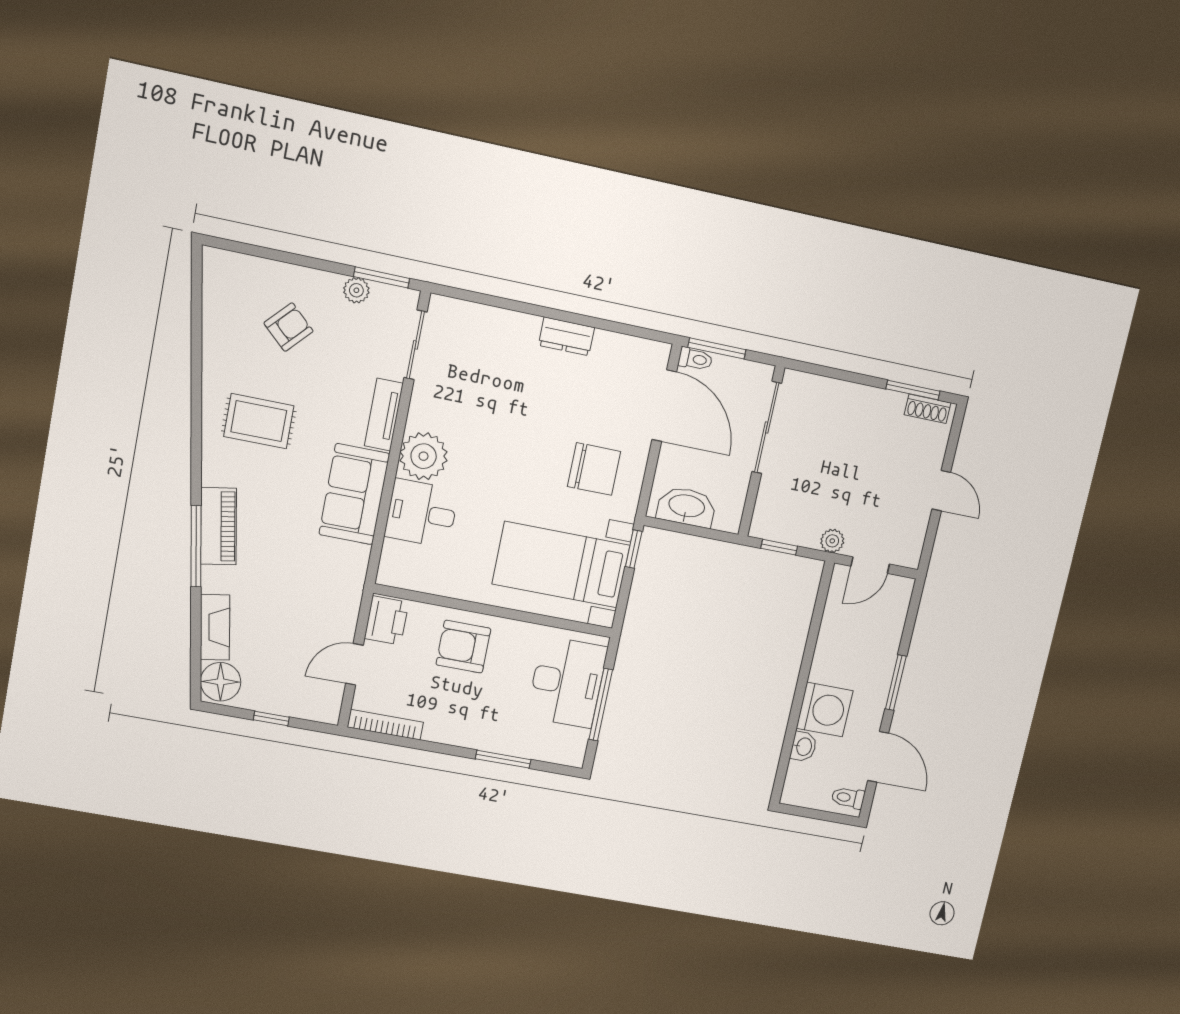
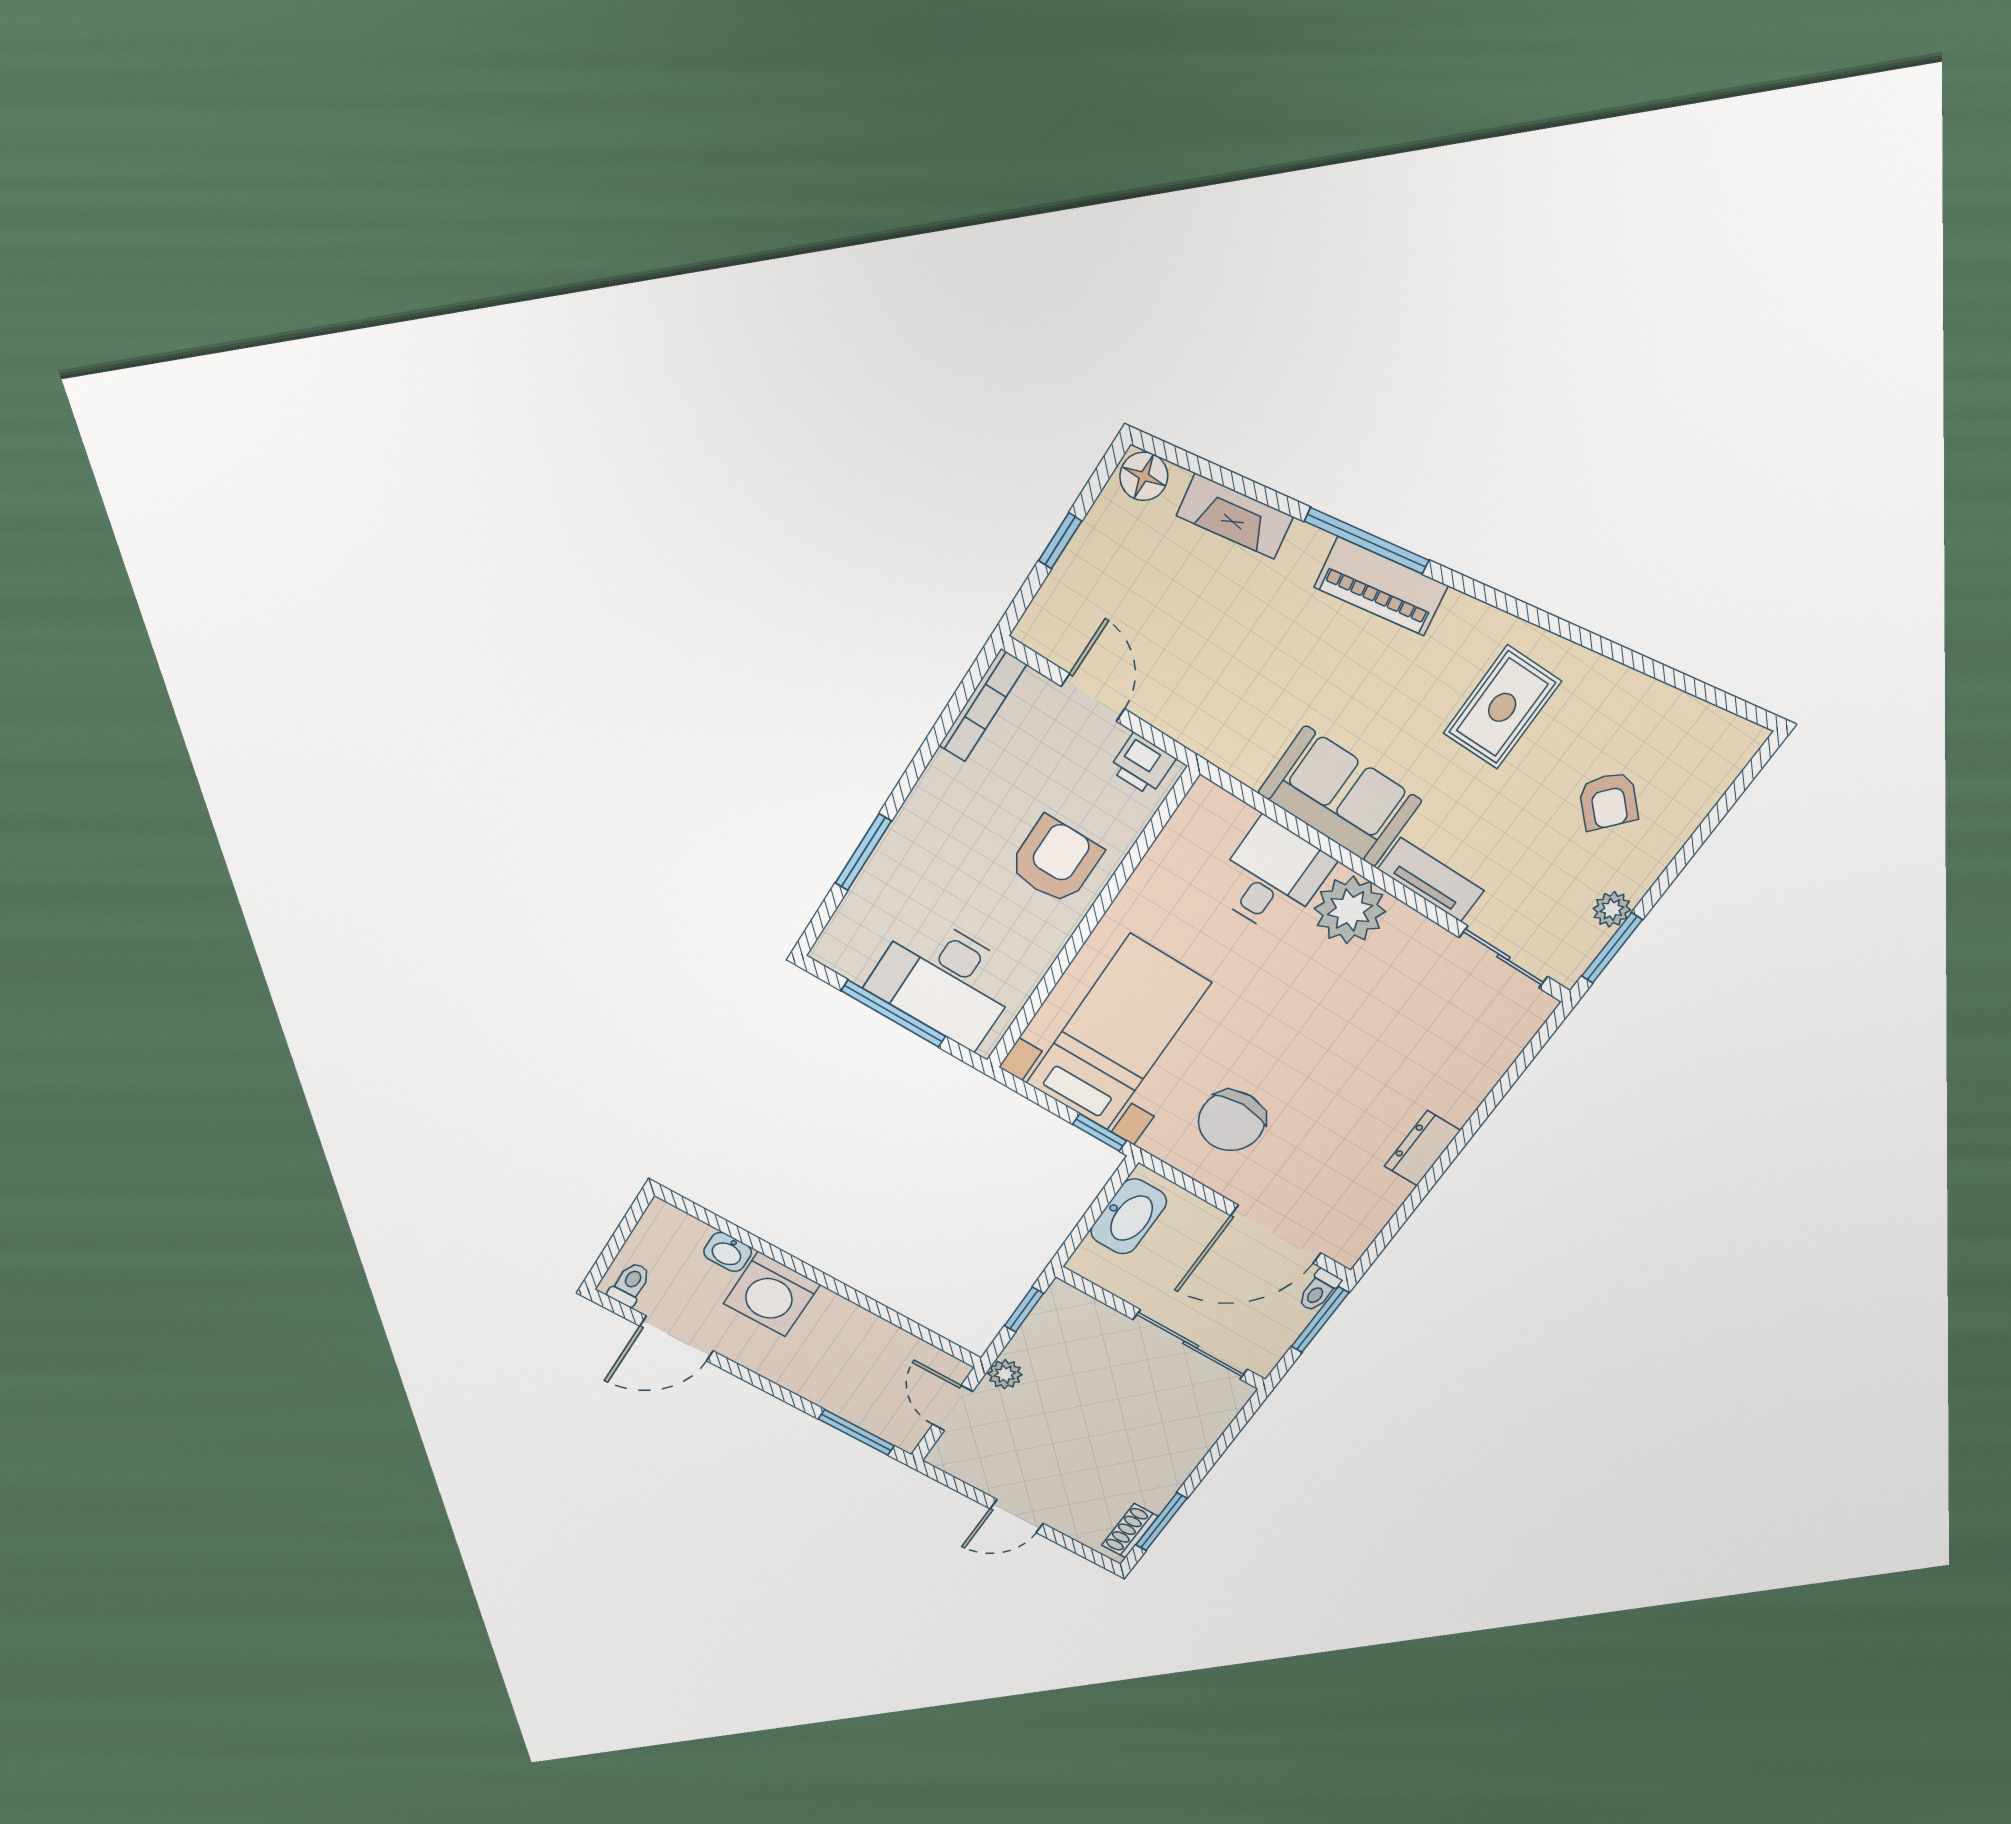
printer: (386, 620) -> (1142, 764), width x0.73, depth x0.81
floor lamp: (221, 682) -> (1144, 476), width x0.73, depth x0.73
window: (896, 683) -> (856, 1432), moved

